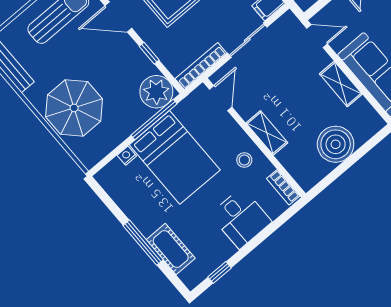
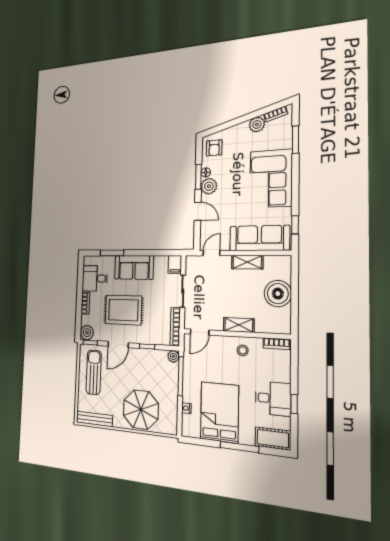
plant: (156, 92) -> (173, 356), width x0.53, depth x0.53
door: (221, 98) -> (200, 332), swing flipped
bed: (175, 157) -> (219, 412), moved, turned -90
desk: (241, 218) -> (273, 399), moved
cot: (171, 249) -> (273, 439), moved
window: (220, 272) -> (294, 404), moved

